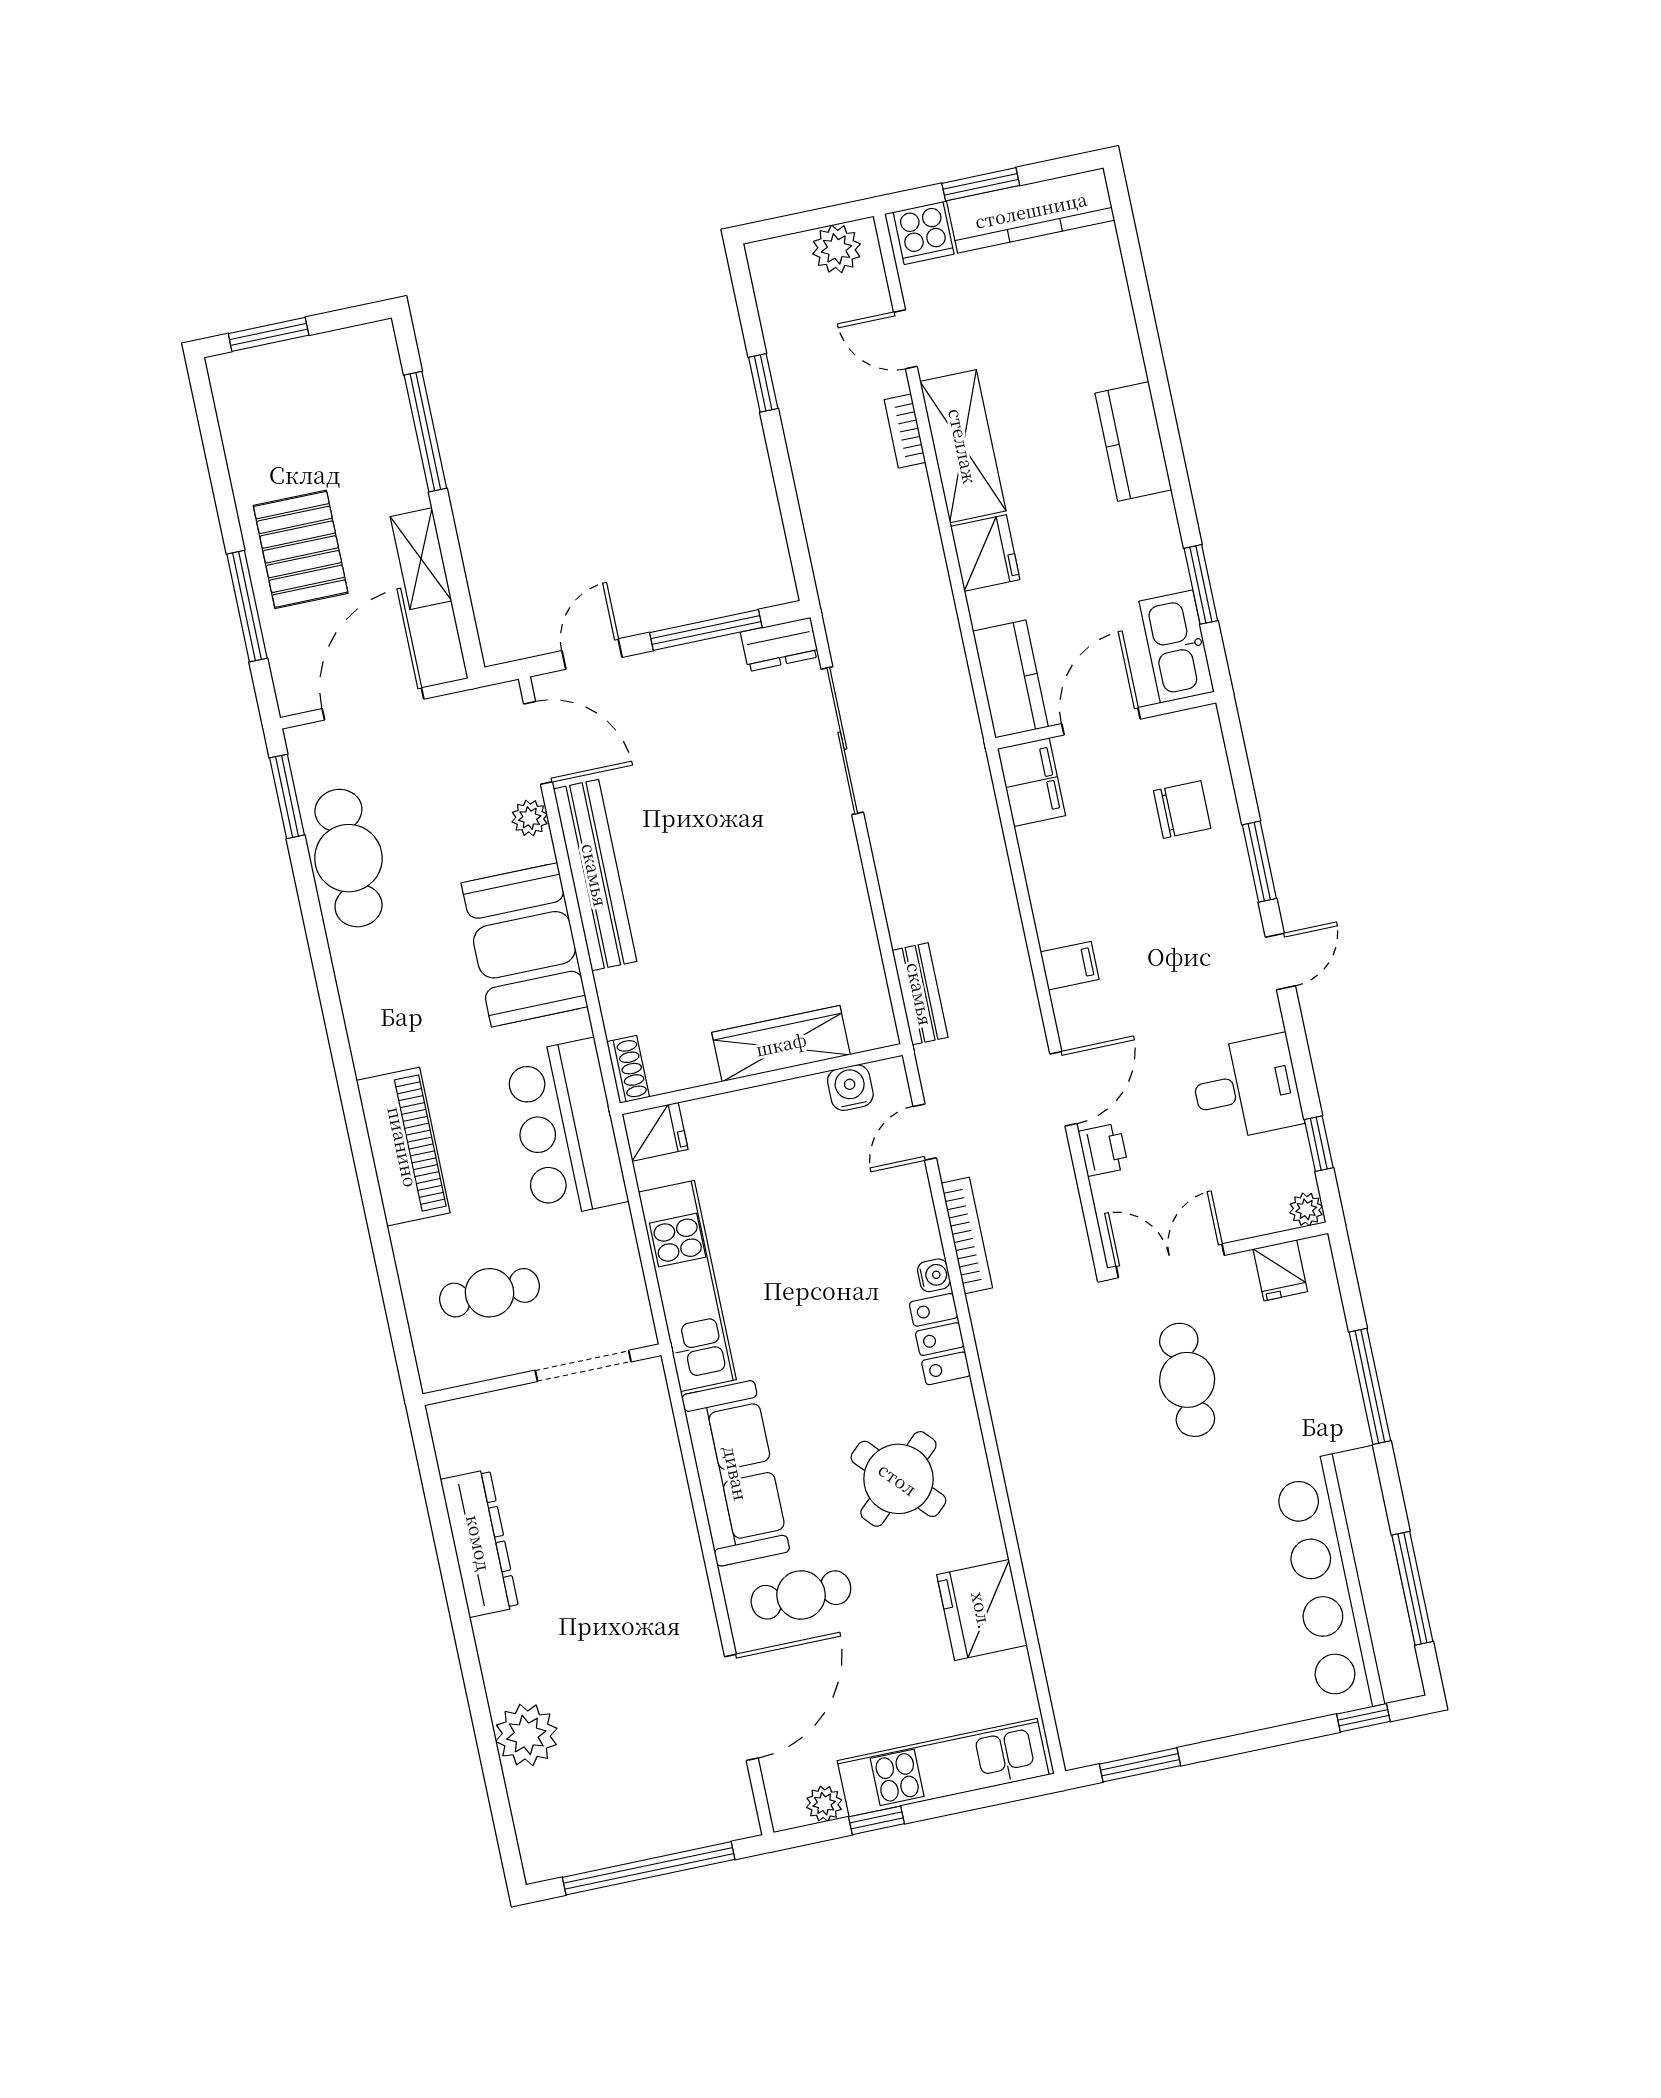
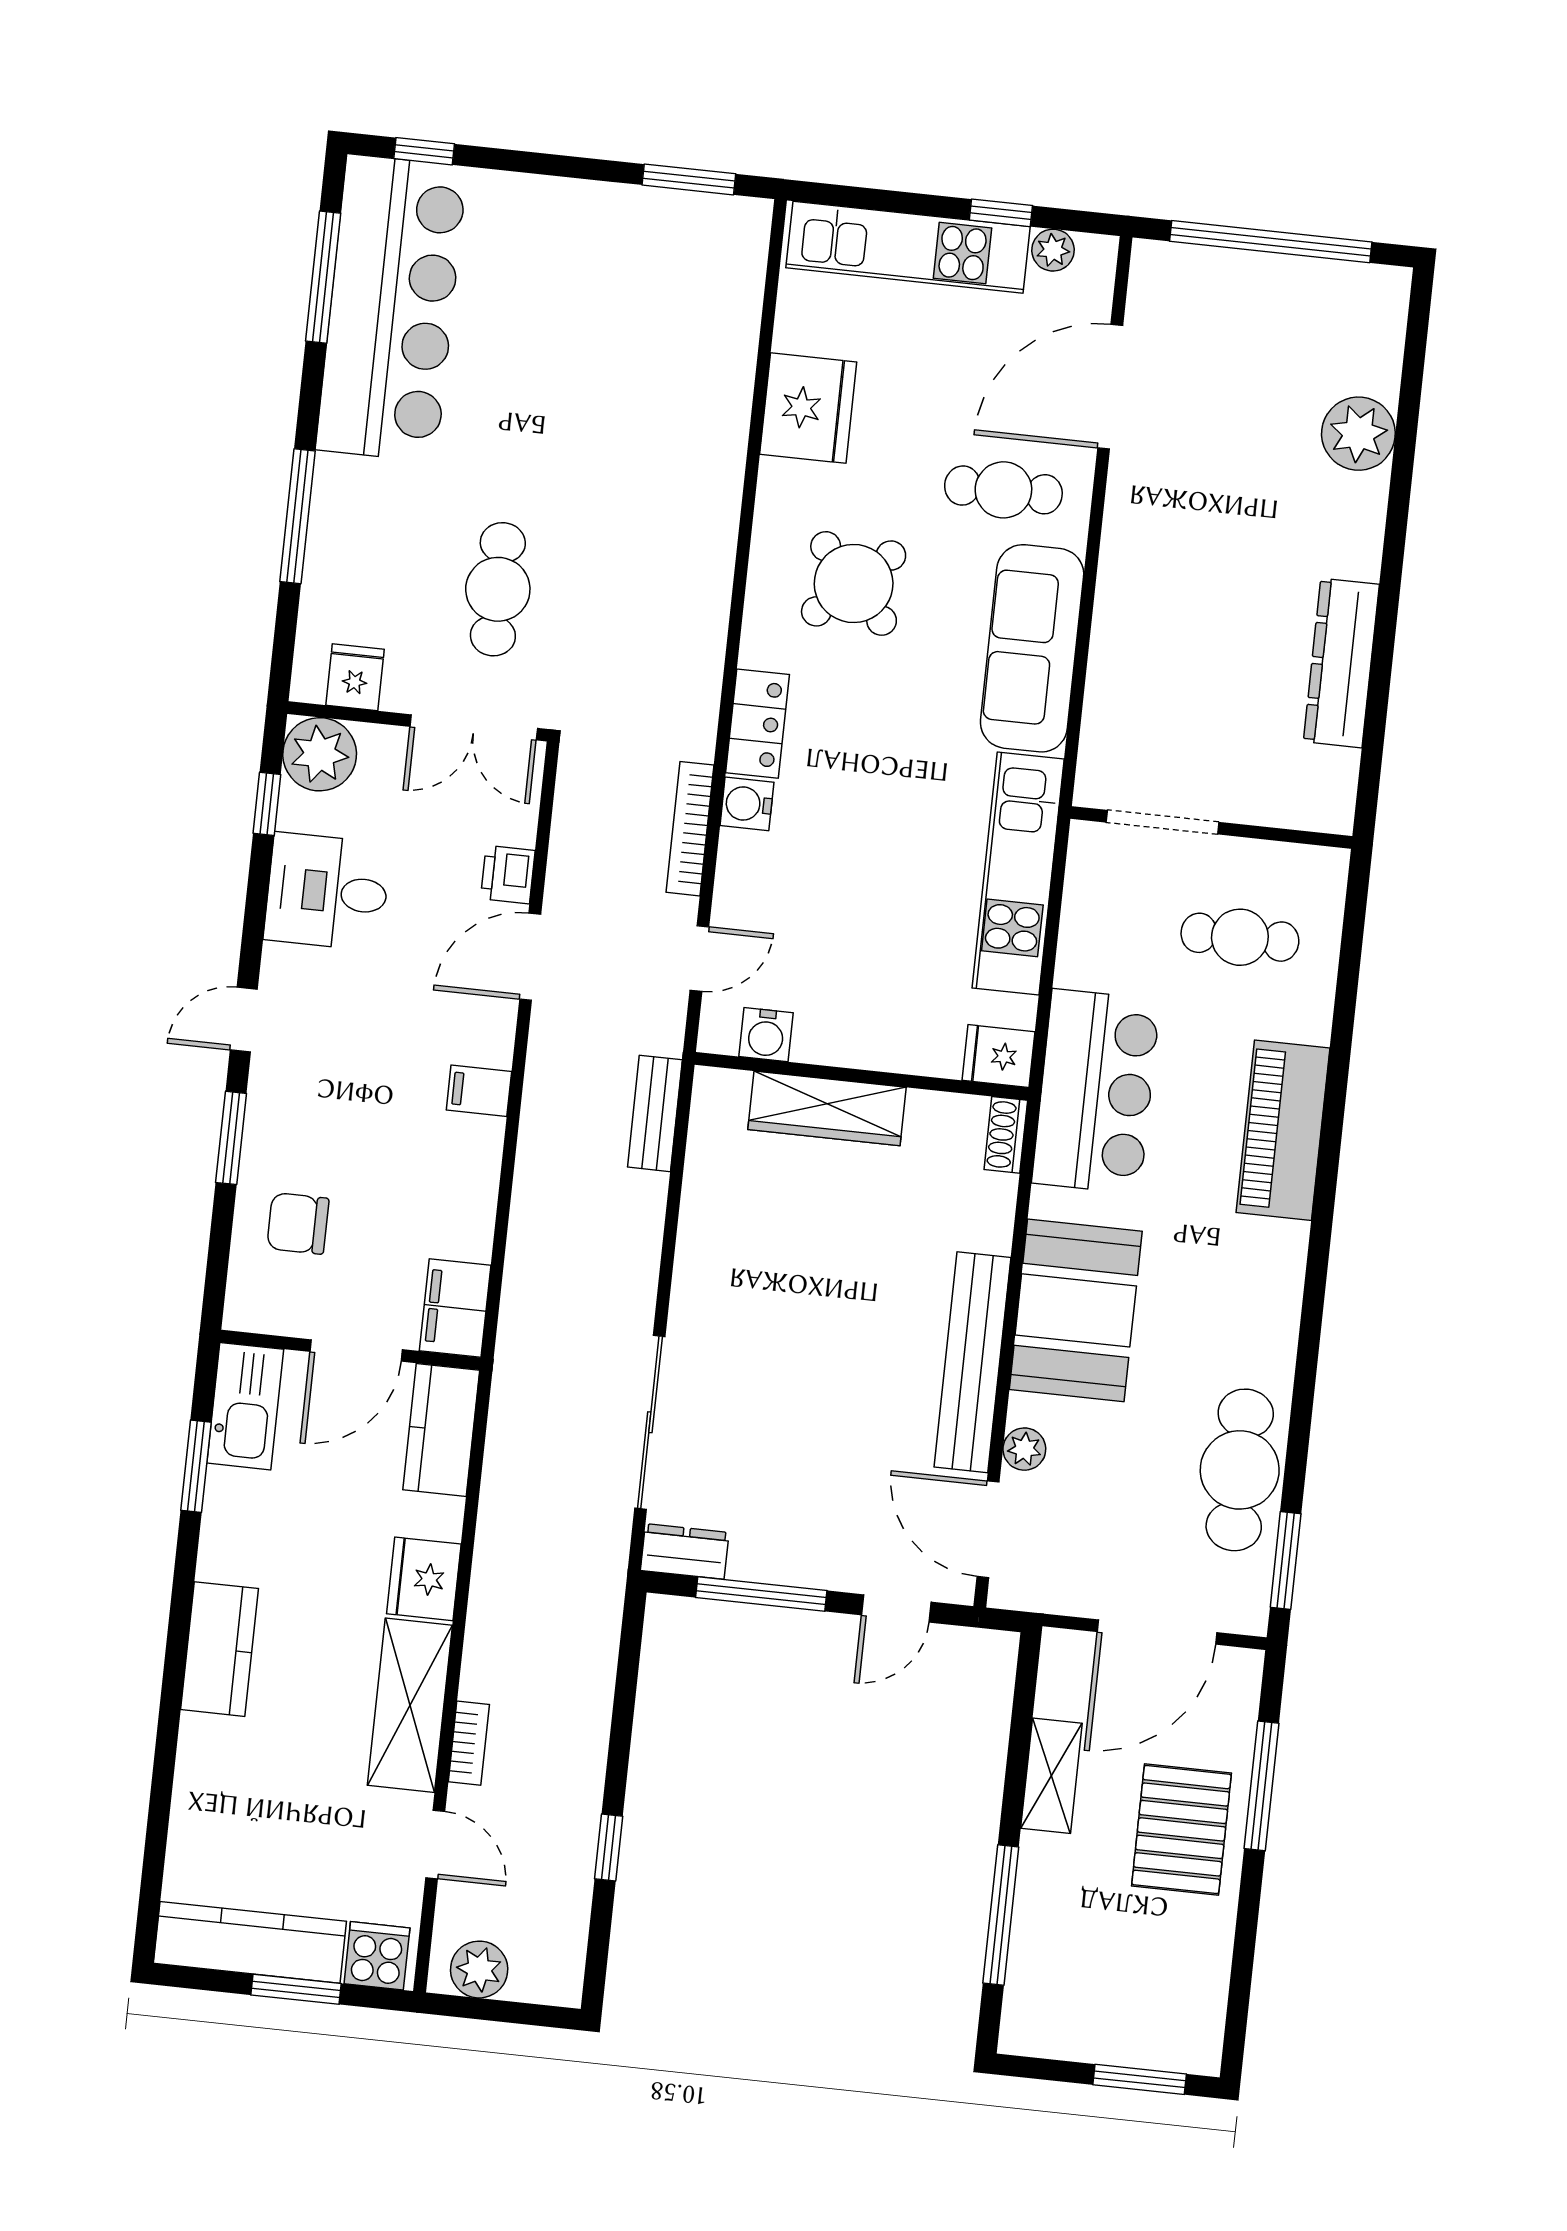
plant: (1306, 1209) -> (320, 754), width x1.88, depth x1.88
water cooler: (934, 1275) -> (747, 804), width x1.38, depth x1.38

